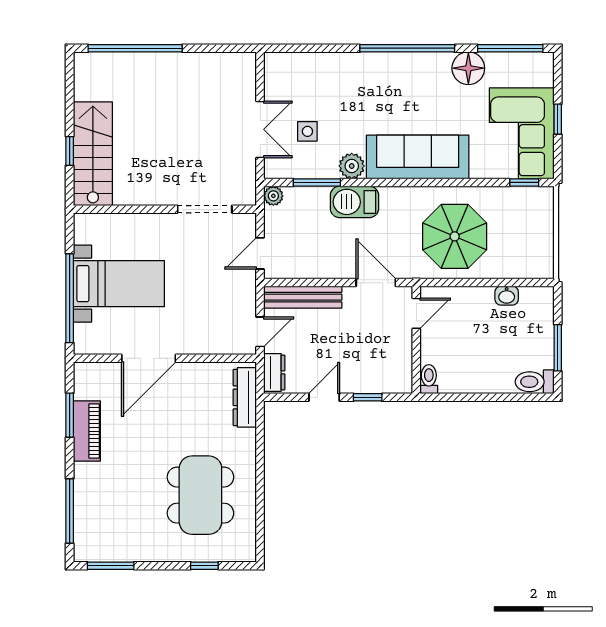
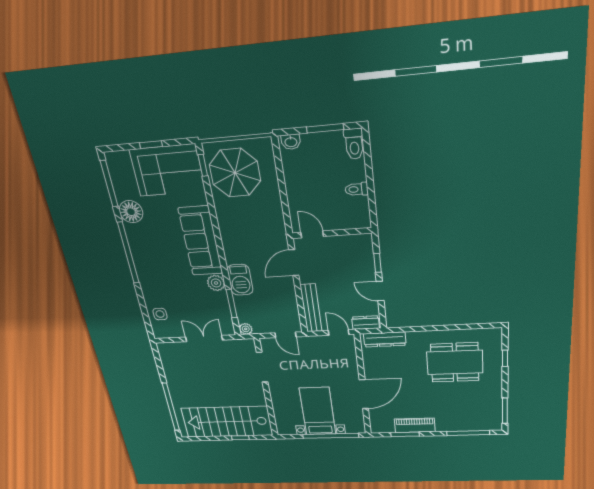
side table: (307, 131) -> (160, 314), moved
stairs: (93, 154) -> (227, 422), width x1.36, depth x1.51
parasol: (455, 236) -> (235, 173), moved
washbasin: (507, 296) -> (291, 142), moved, turned 90
door: (149, 358) -> (364, 394), hinge flipped
toilet: (429, 379) -> (357, 189), moved

